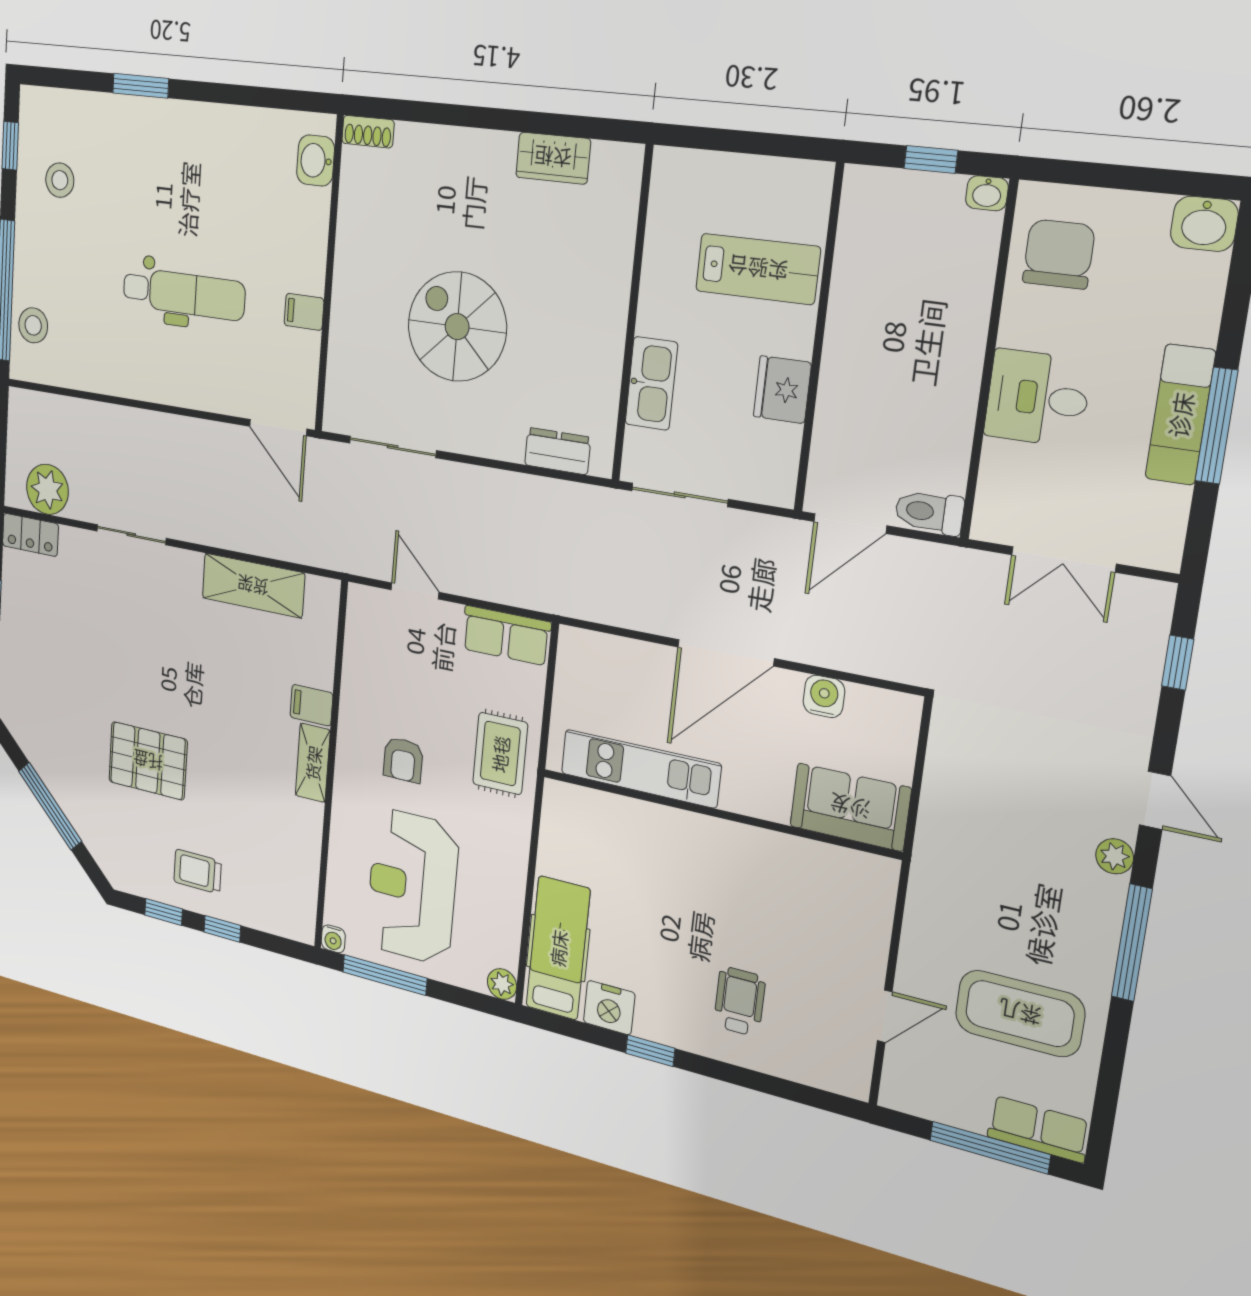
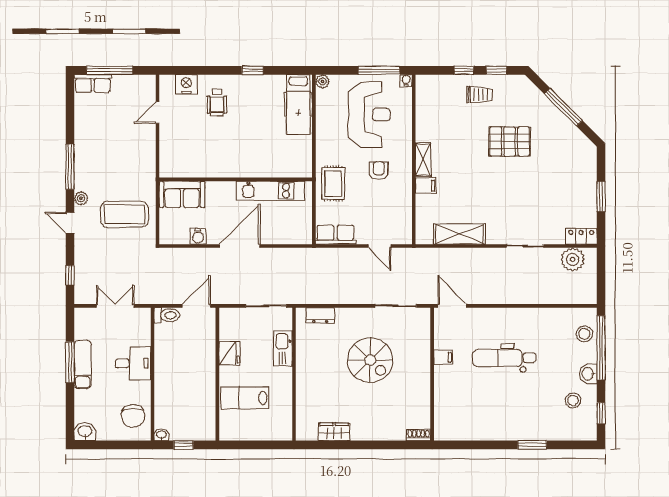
washbasin: (316, 161) -> (588, 374), moved, turned 180
nightstand: (609, 1008) -> (186, 84), moved
coffee table: (1020, 1013) -> (124, 214), moved

